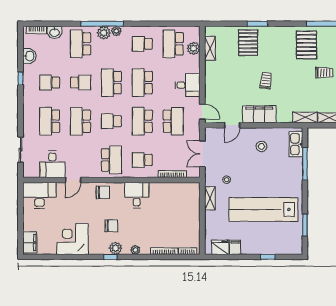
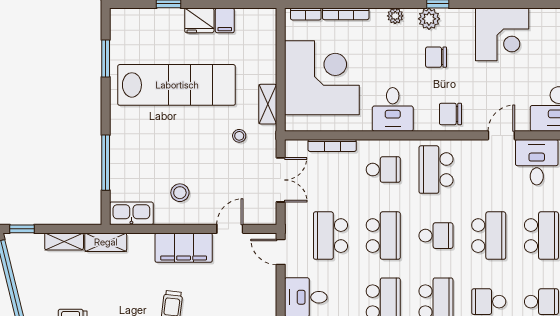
kitchen sink: (296, 144) -> (131, 213), moved, turned -90
corner desk: (178, 214) -> (322, 78), added
fridge: (220, 247) -> (199, 20), moved

